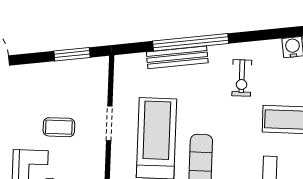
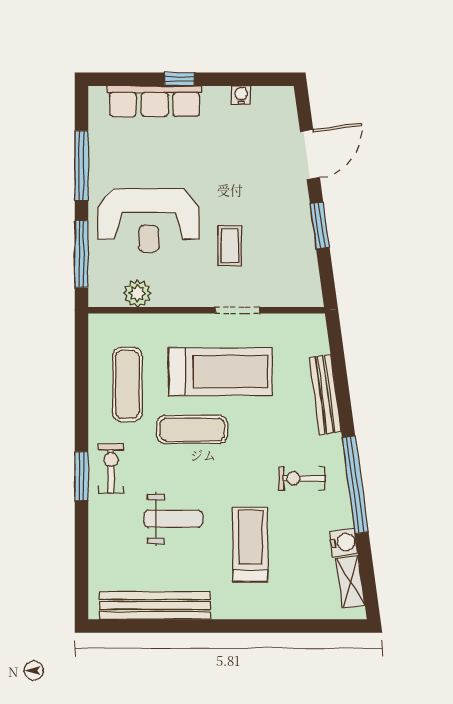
window: (191, 42) -> (355, 485), moved
window: (72, 54) -> (320, 226), moved

